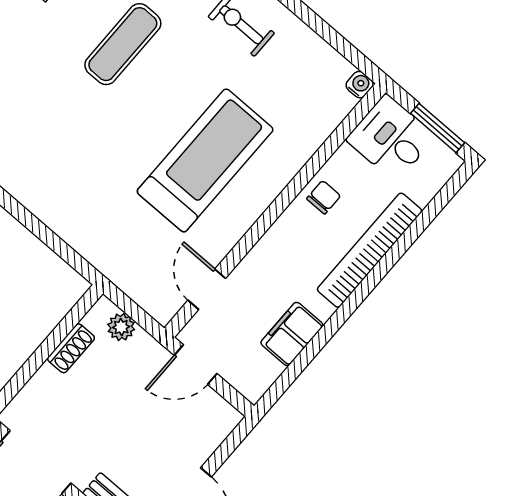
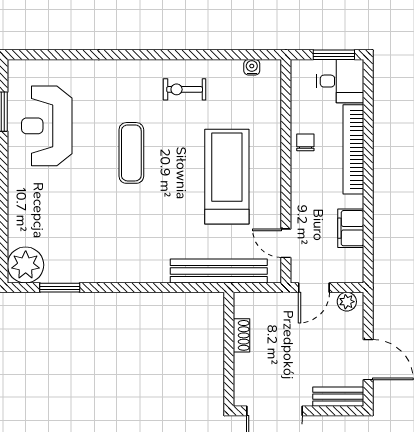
water cooler: (360, 85) -> (252, 67), moved
desk: (391, 138) -> (340, 81), moved, turned 180
bench: (107, 256) -> (219, 271), added
plant: (121, 327) -> (347, 302), moved

